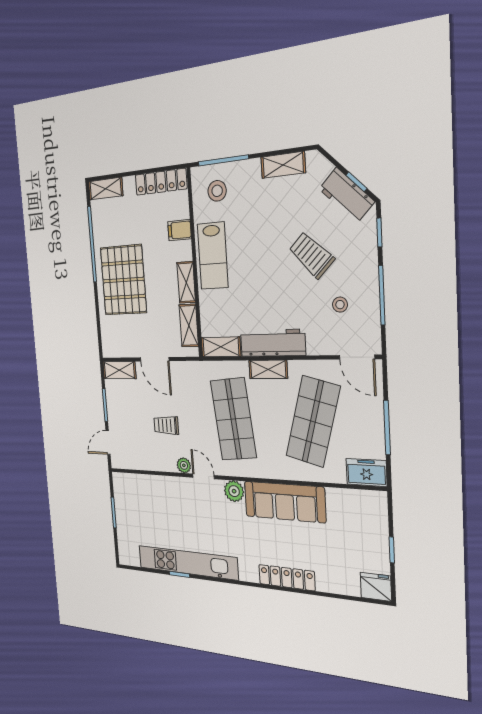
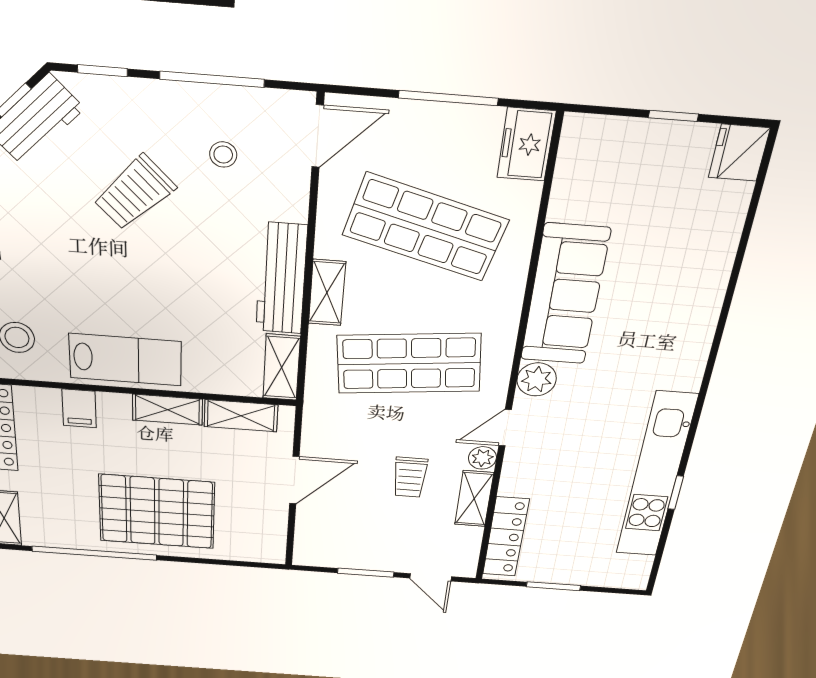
shelving: (119, 370) -> (474, 499), moved
locker: (287, 578) -> (506, 537), moved, turned 180

